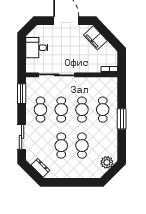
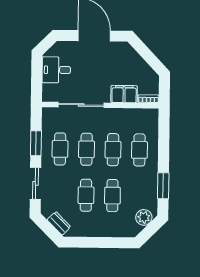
filing cabinet: (95, 38) -> (124, 94), moved, turned 133
window: (22, 94) -> (36, 143), moved
window: (122, 119) -> (163, 186), moved

